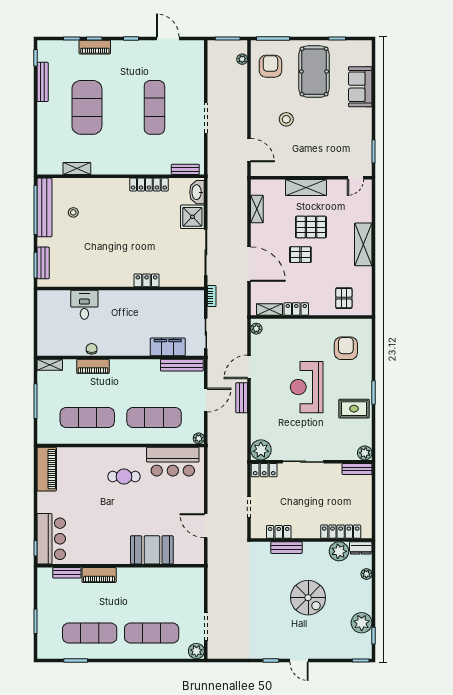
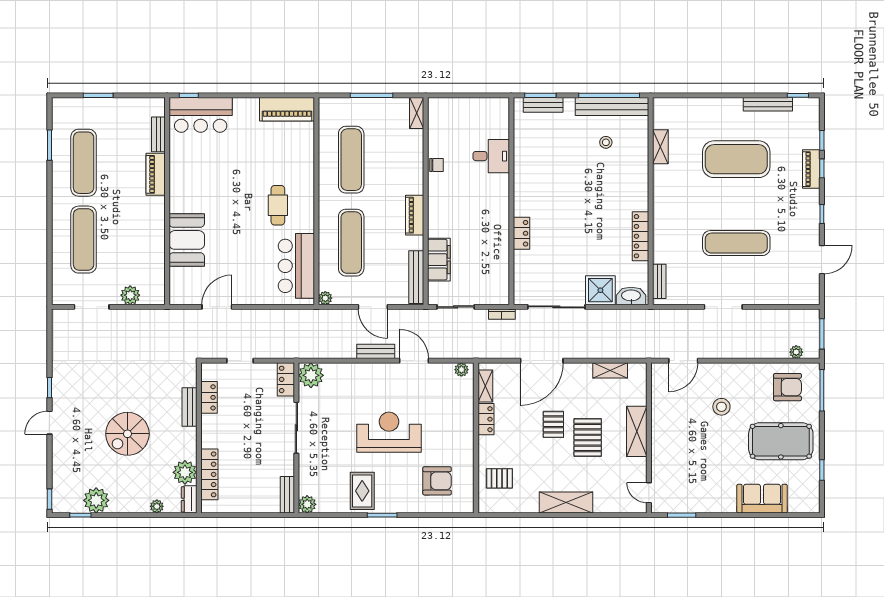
piano: (93, 366) -> (415, 215), moved
plant: (196, 651) -> (130, 295), moved

